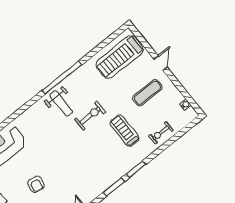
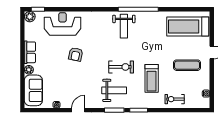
exercise bike: (90, 116) -> (121, 67), moved
treadmill: (125, 131) -> (152, 78), turned 180
weight bench: (99, 169) -> (114, 90), added
armchair: (36, 184) -> (76, 54), moved

